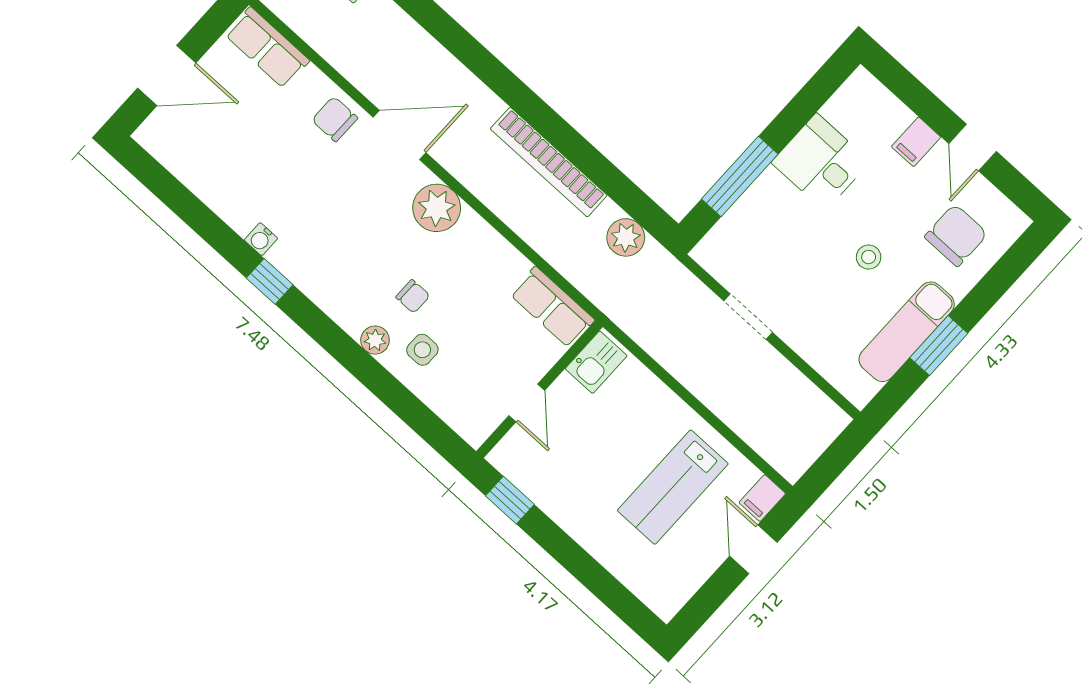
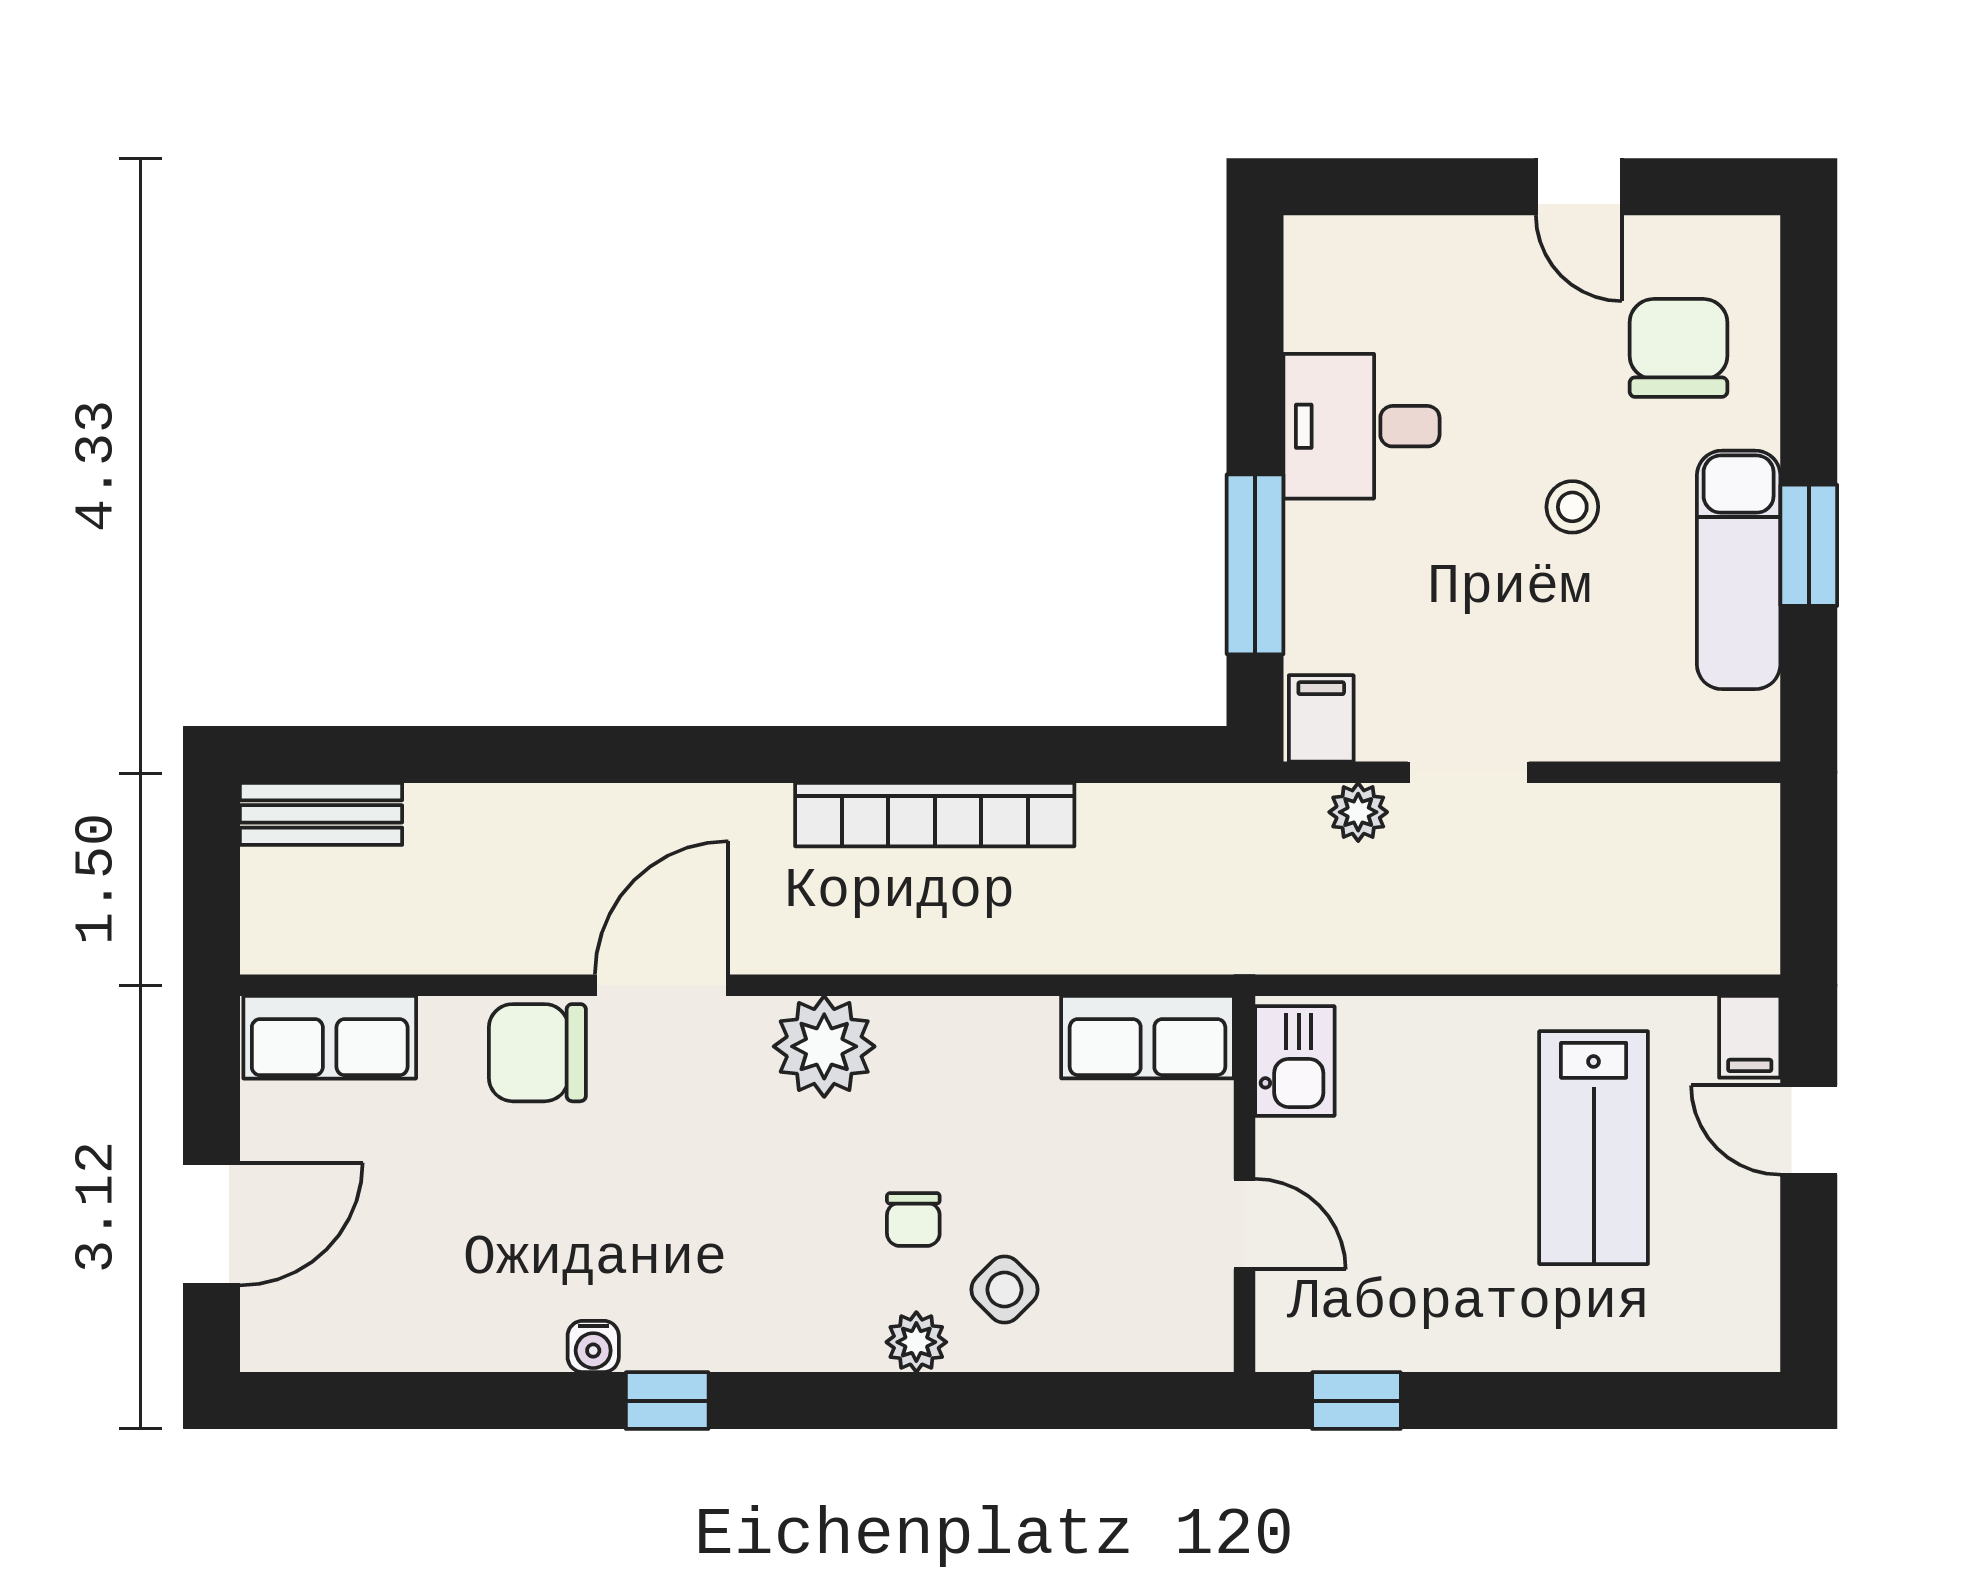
chair: (335, 119) -> (537, 1053), width x1.37, depth x1.37
filing cabinet: (916, 142) -> (1321, 718), moved, turned 180
plant: (626, 237) -> (1358, 812), moved, width x0.73, depth x0.73
chair: (413, 296) -> (913, 1219), turned 90
side table: (422, 350) -> (1004, 1290), turned 45

